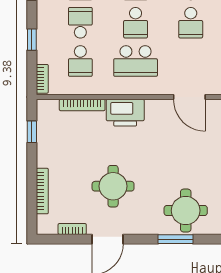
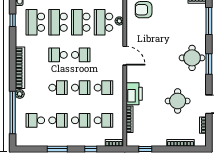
school desk: (80, 23) -> (81, 120), turned 180
school desk: (136, 61) -> (103, 88), width x0.54
door: (189, 97) -> (125, 56), hinge flipped

